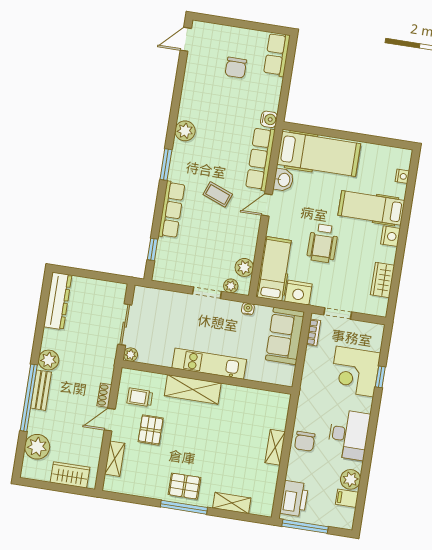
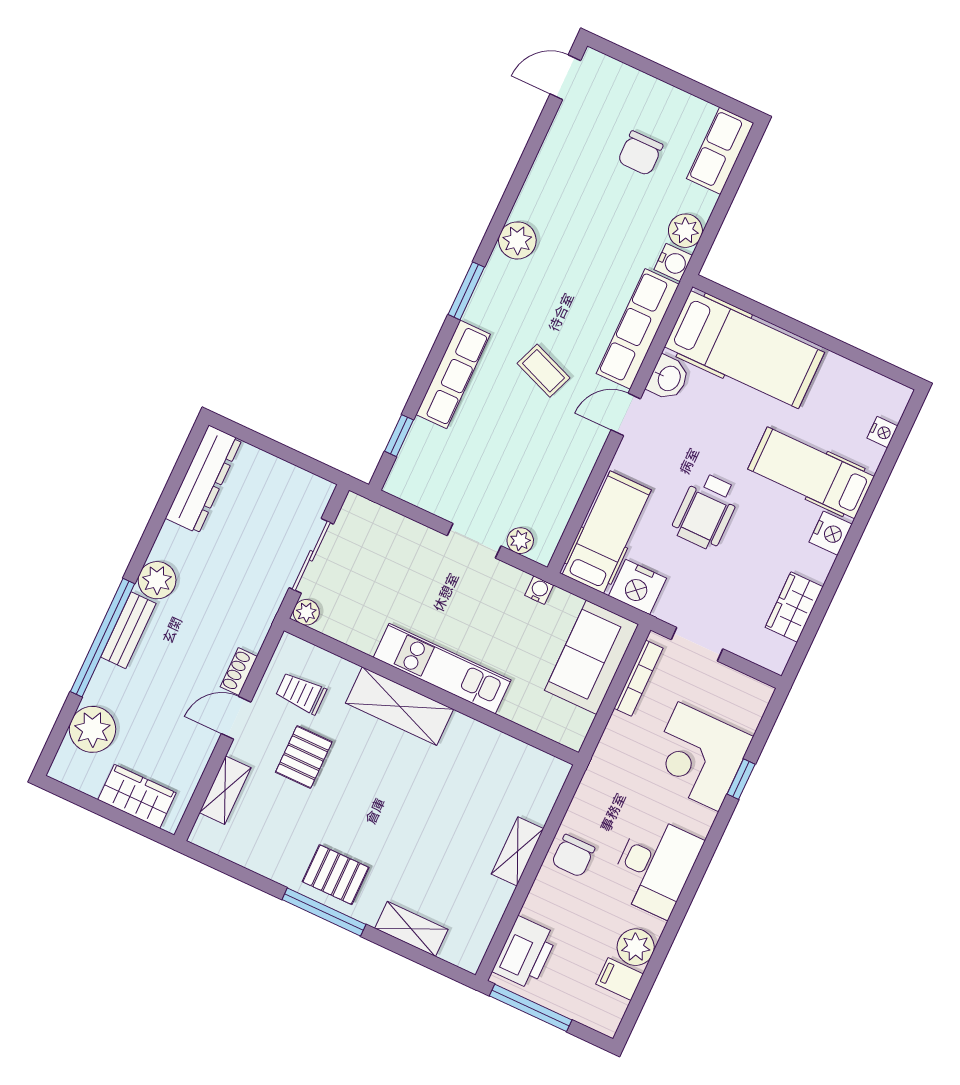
plant: (244, 267) -> (685, 231), moved
bookcase: (313, 332) -> (638, 678), width x1.56

